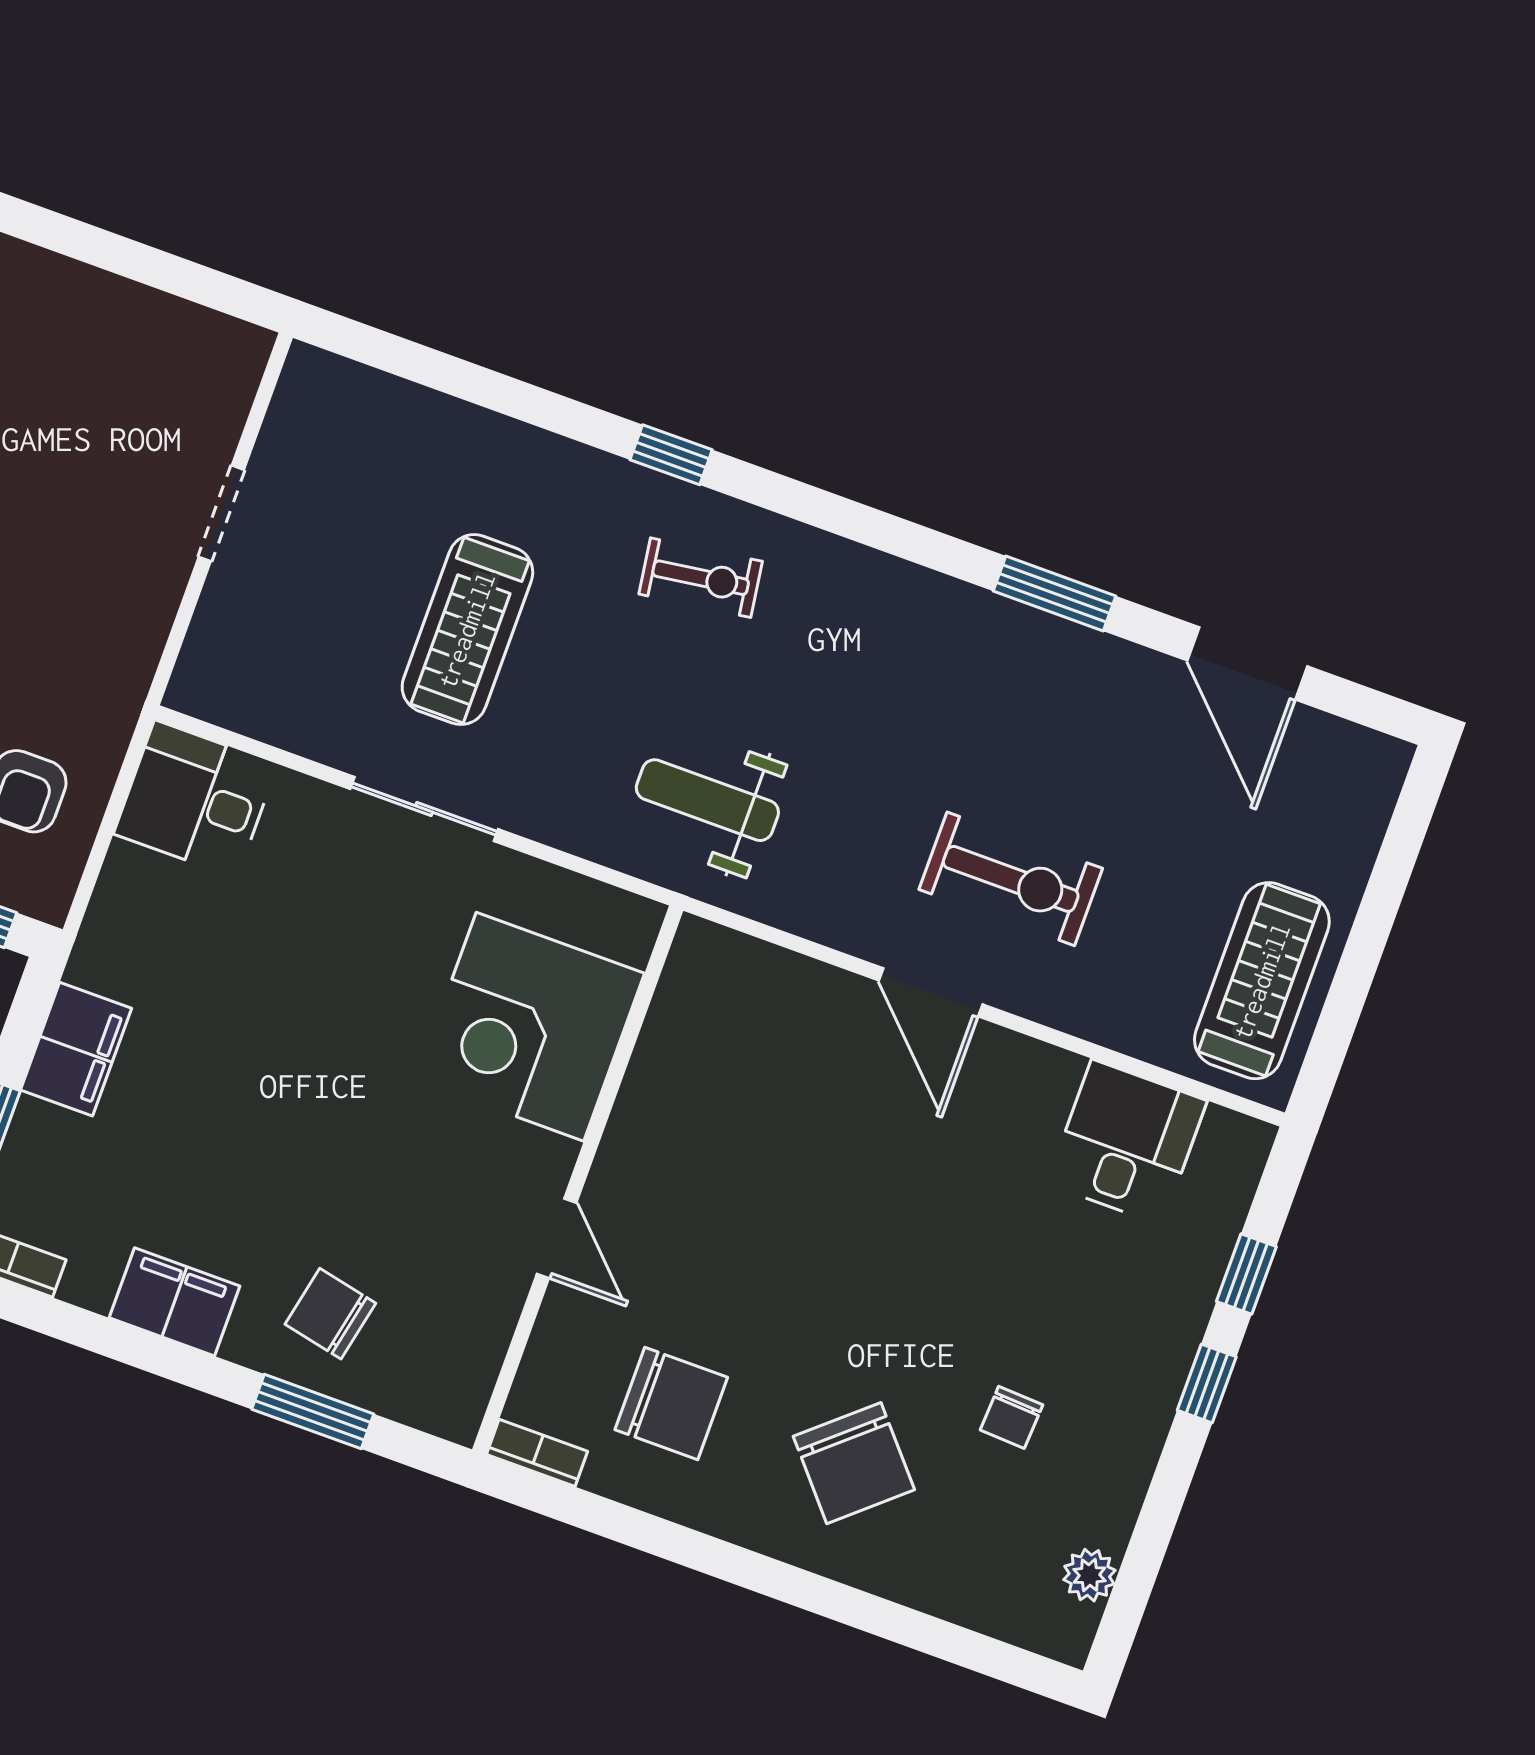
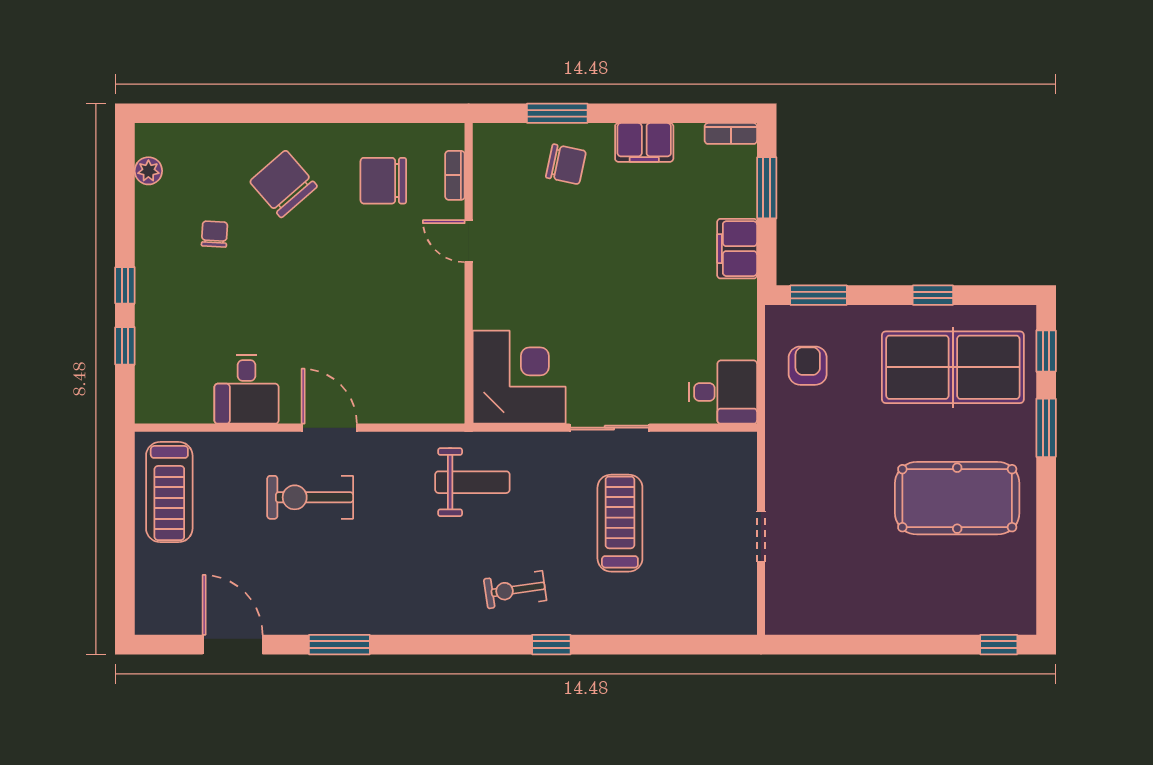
corner desk: (530, 1027) -> (519, 377), moved
desk: (1127, 1142) -> (247, 389), moved
bookcase: (537, 1453) -> (455, 175), moved, turned 90

